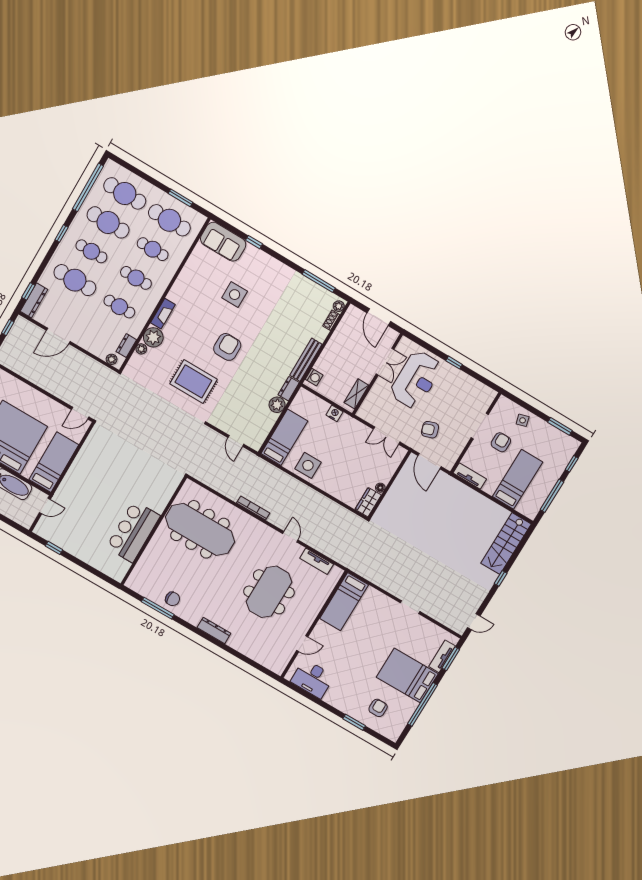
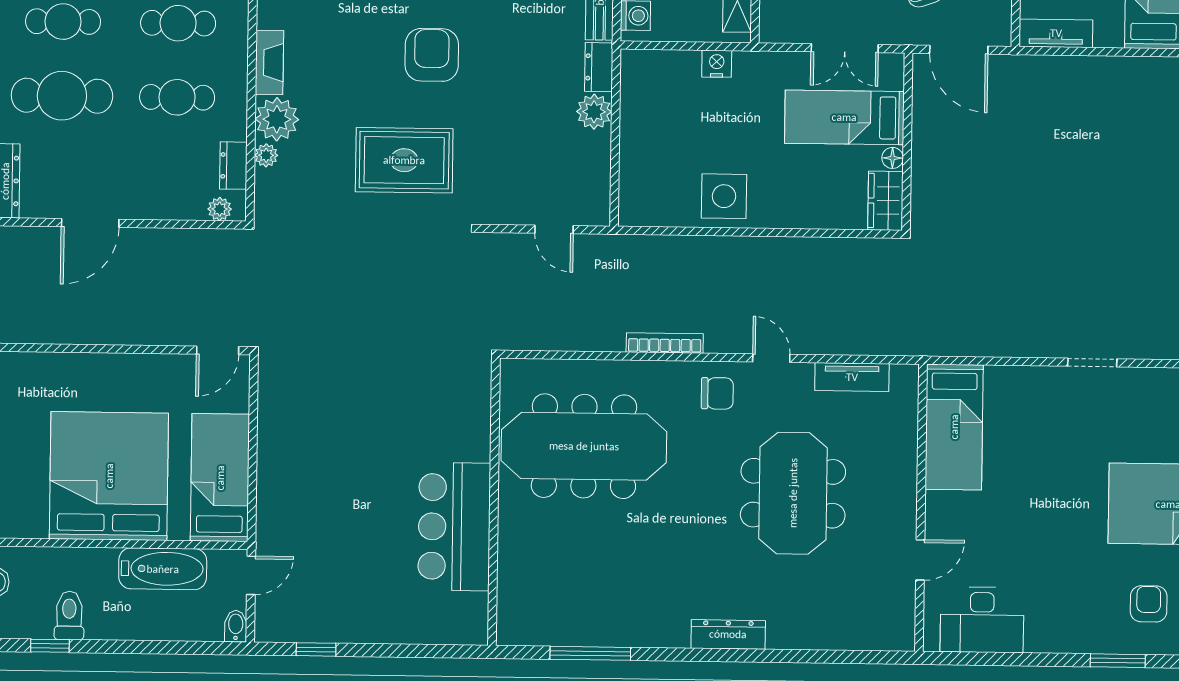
bed: (284, 437) -> (844, 117), moved, turned -90
bidet: (28, 522) -> (236, 626), added
chair: (172, 599) -> (717, 393), moved

